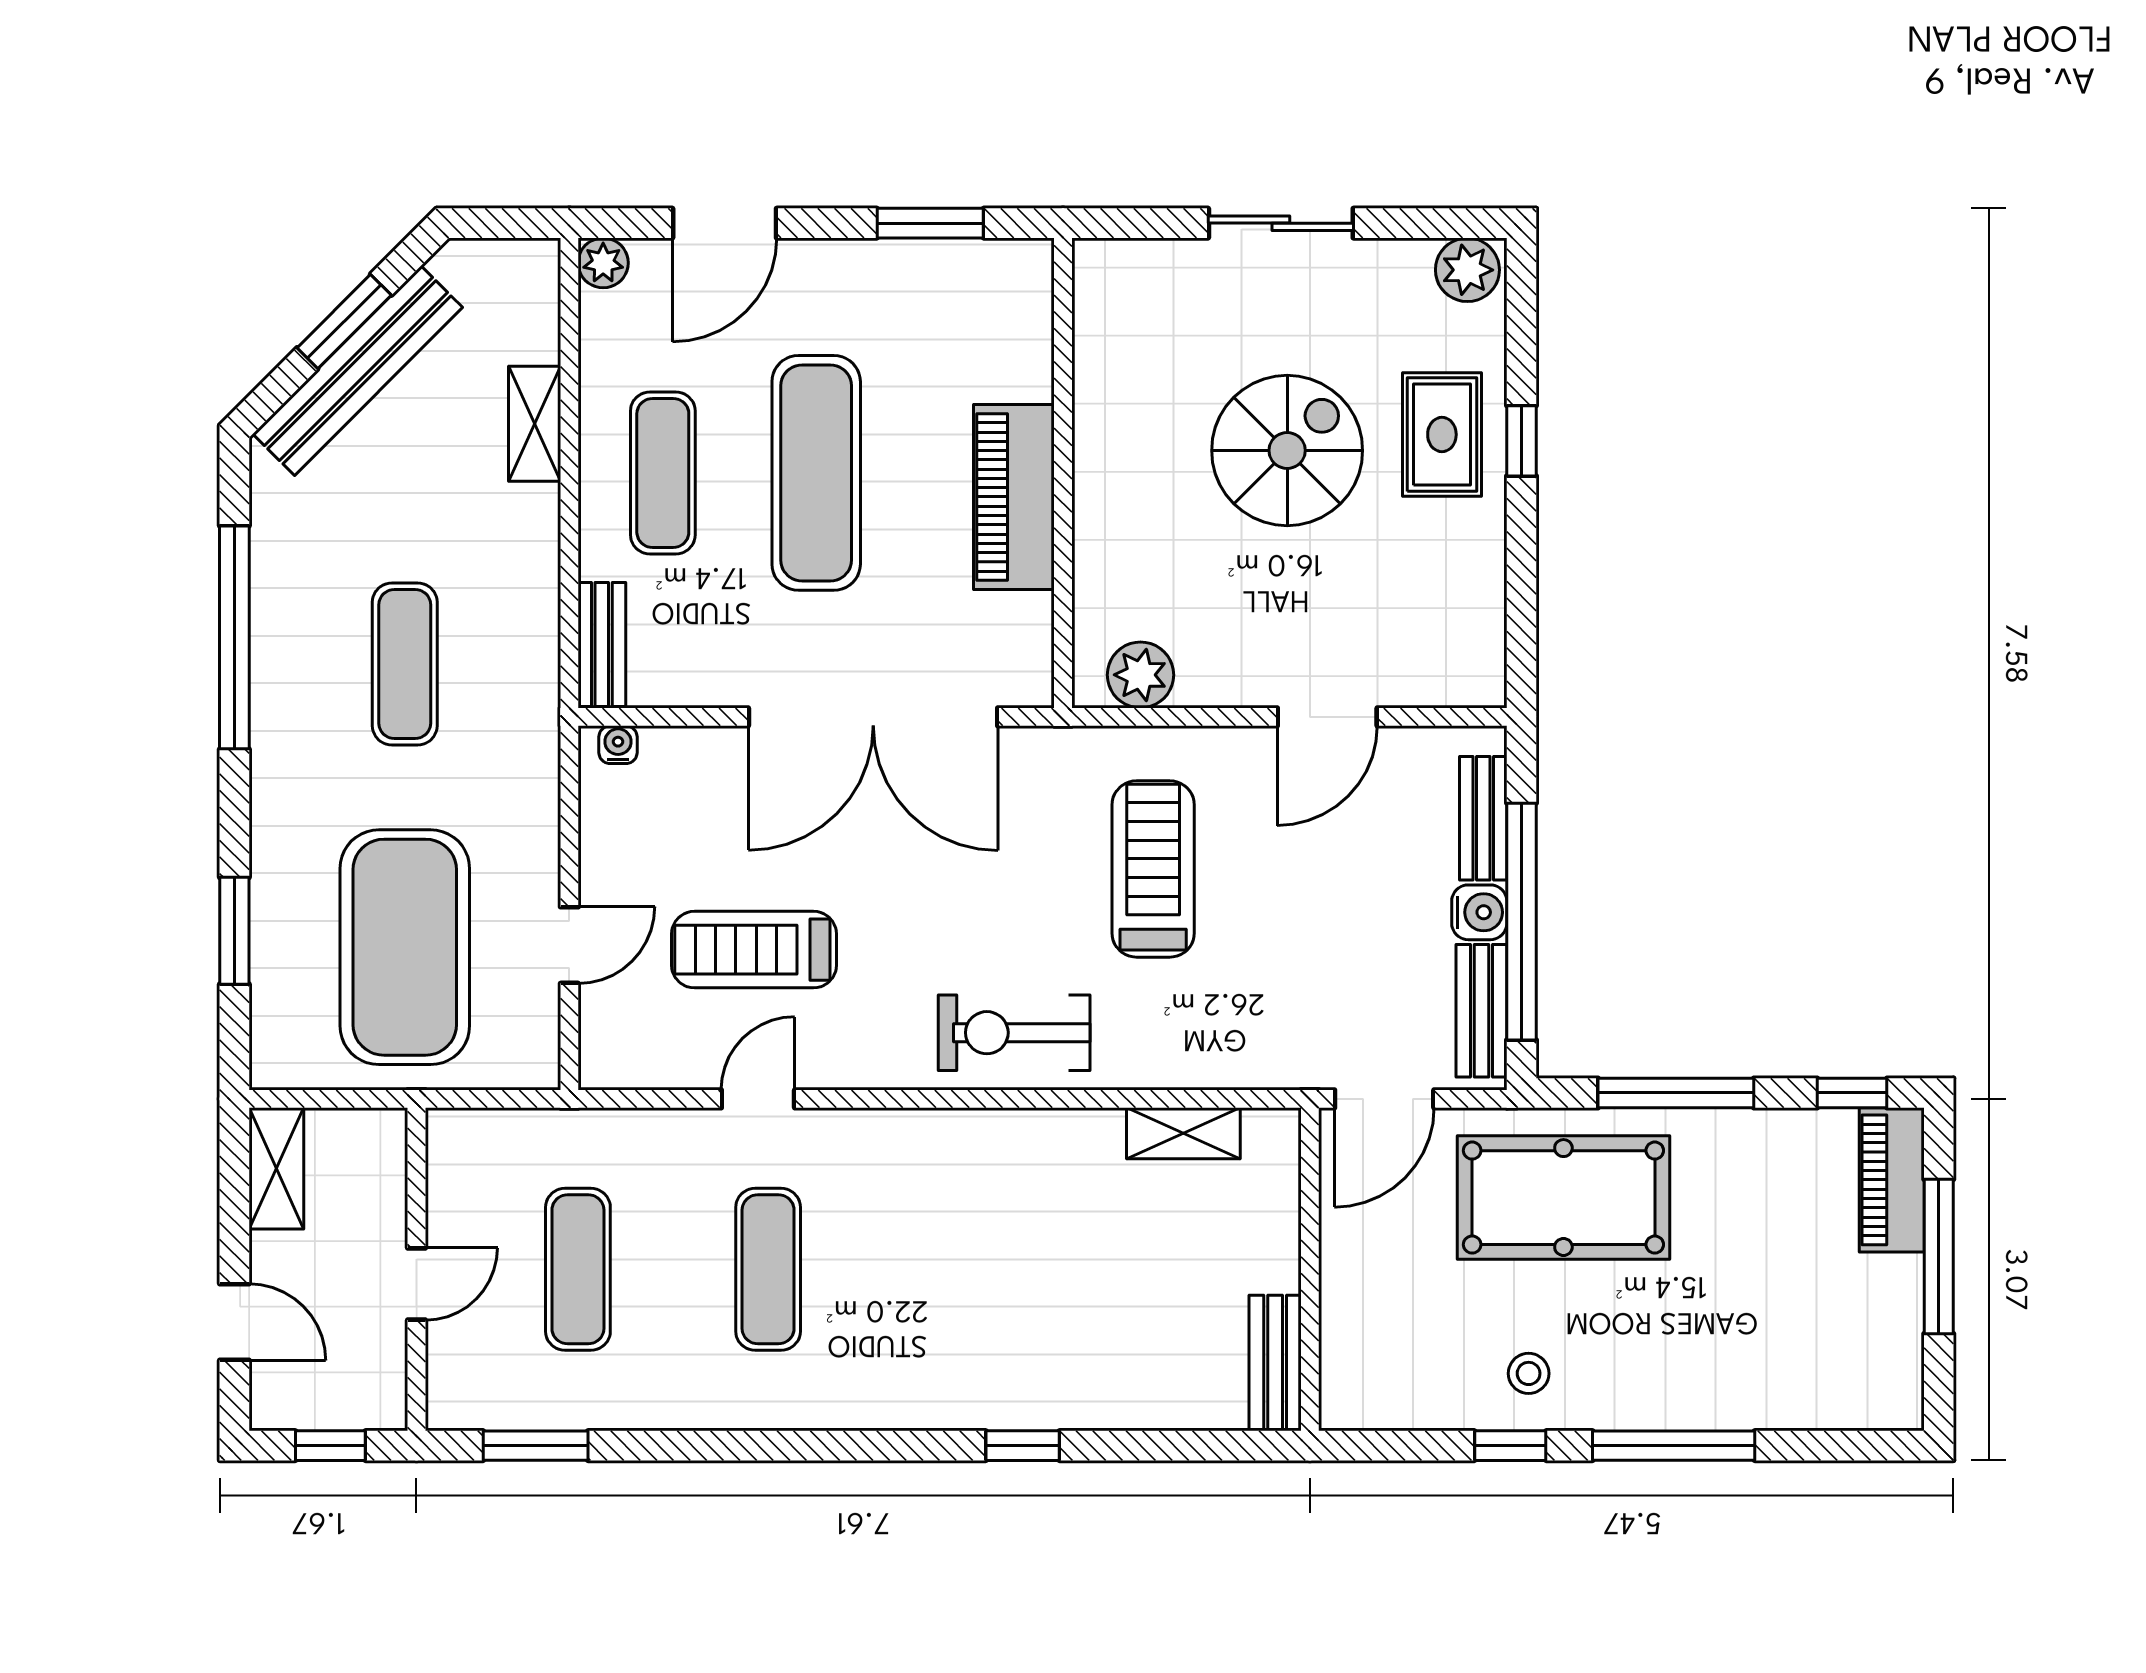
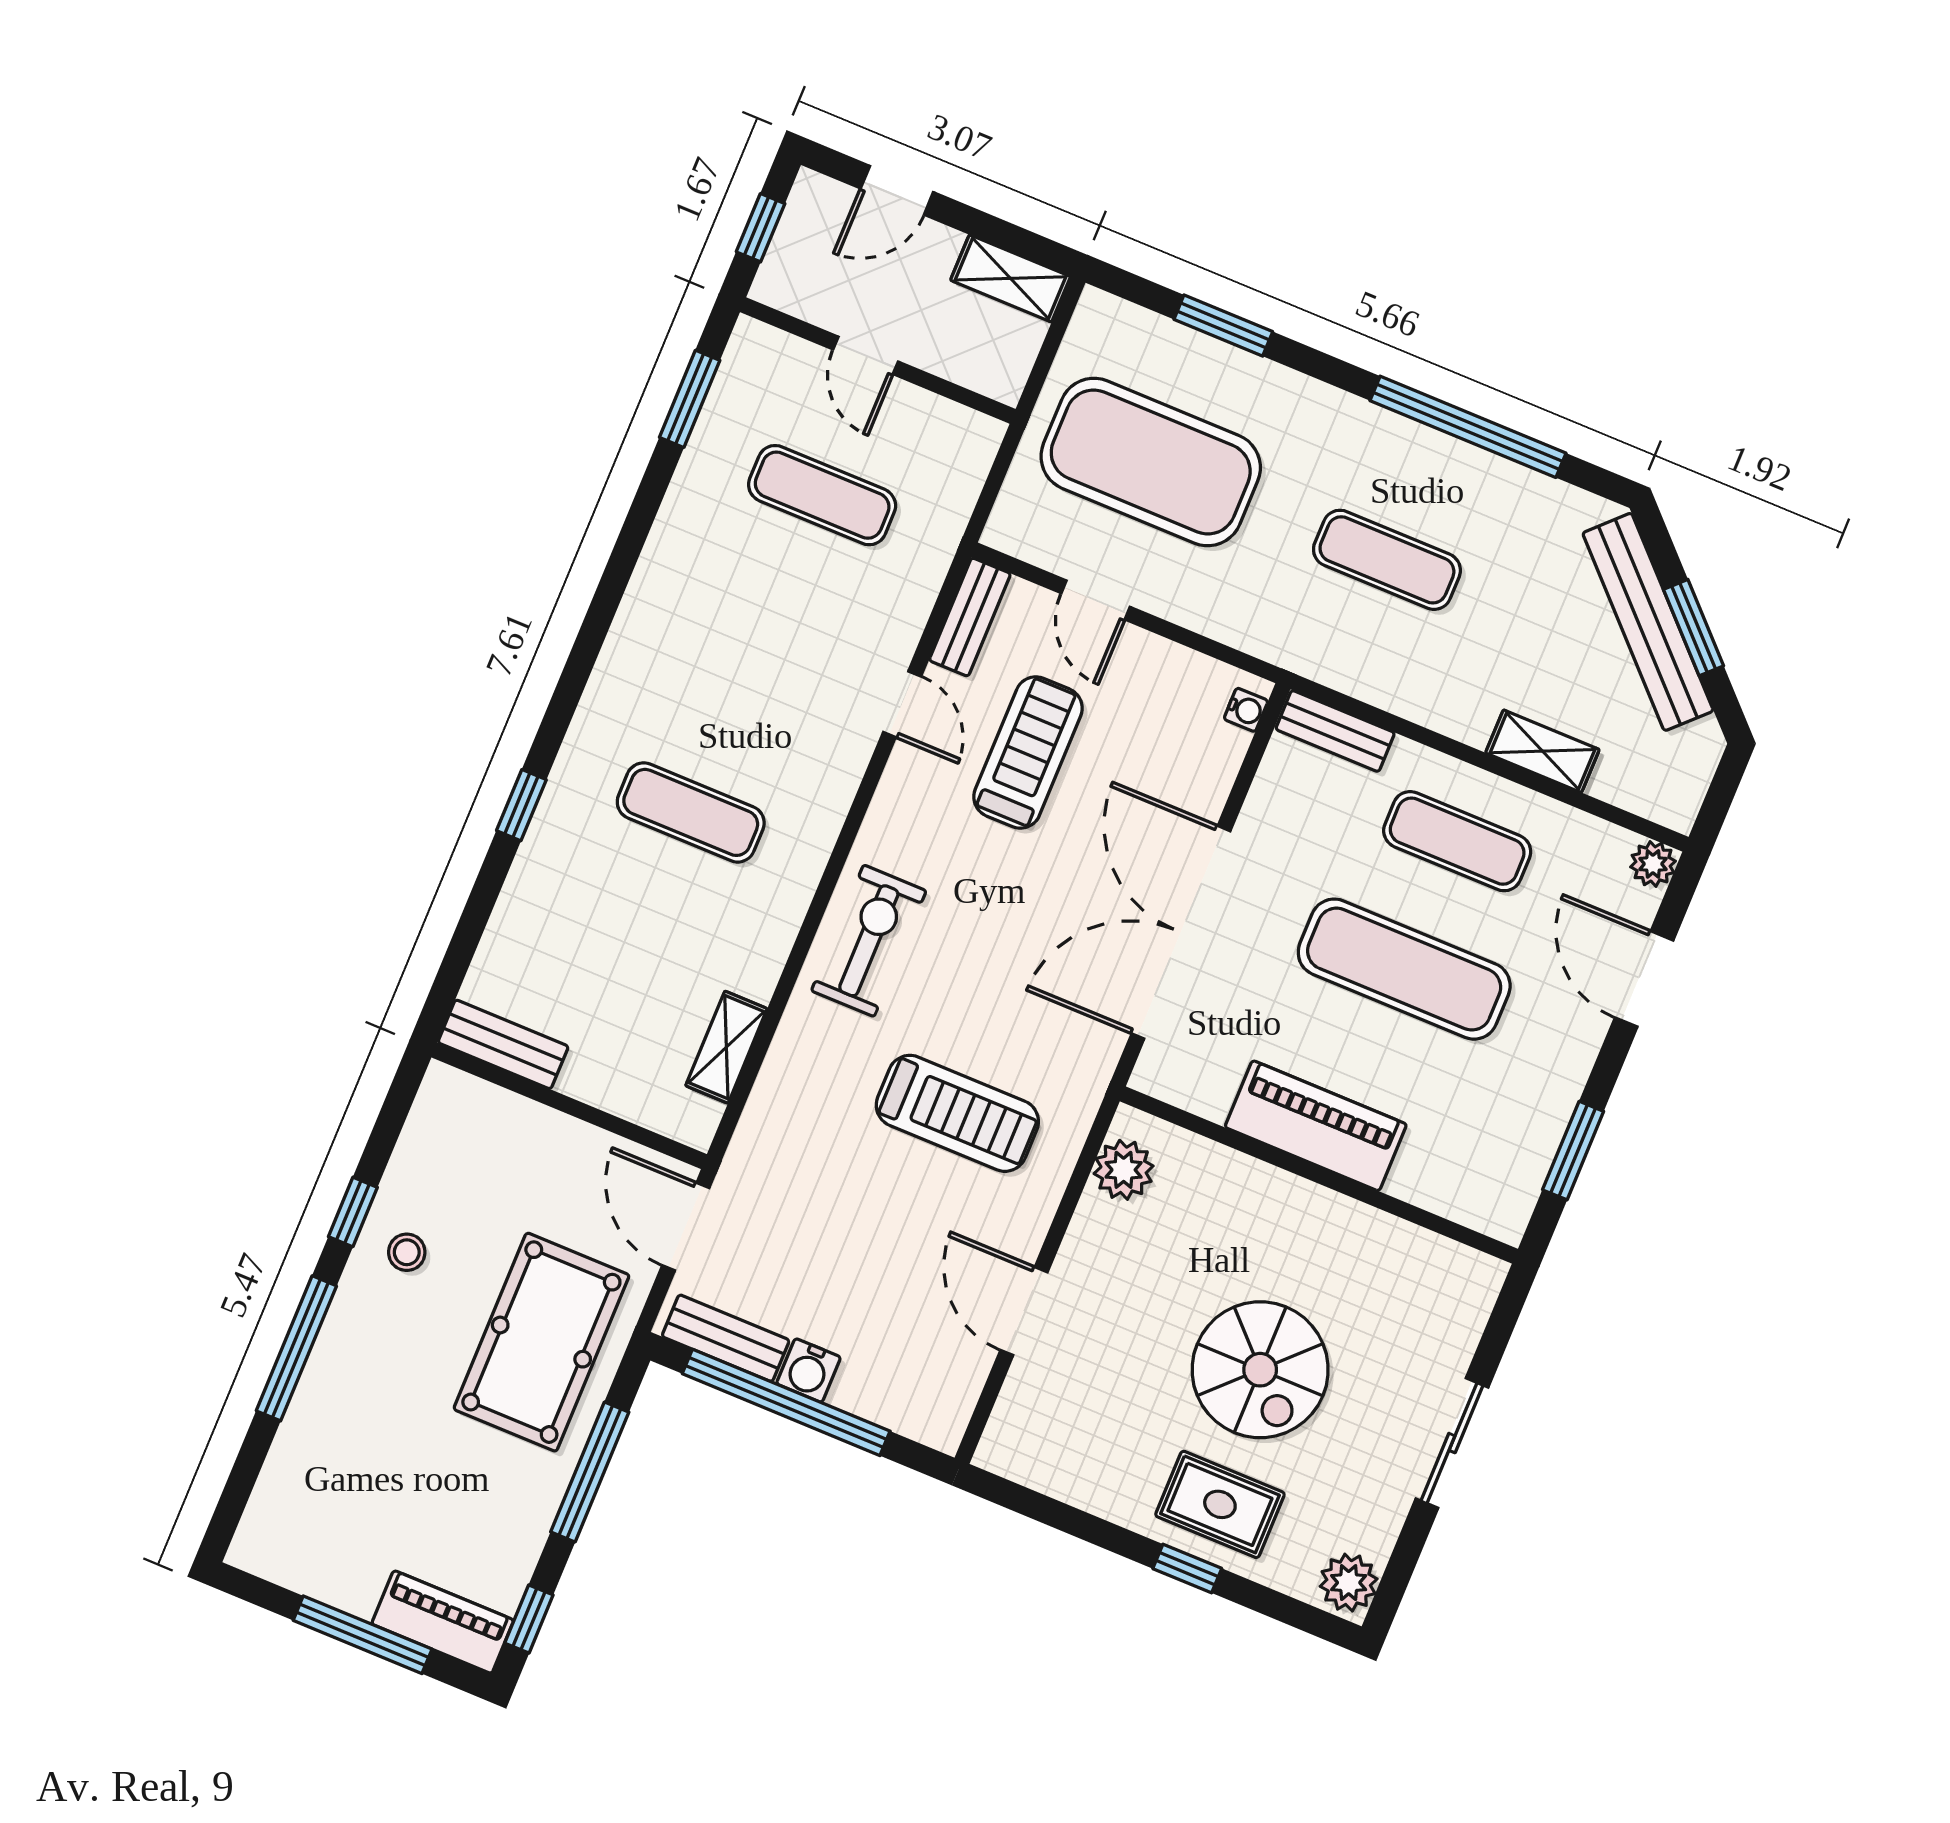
bench: (1483, 818) -> (970, 617), moved, turned 90
exercise mat: (768, 1269) -> (691, 812), moved

